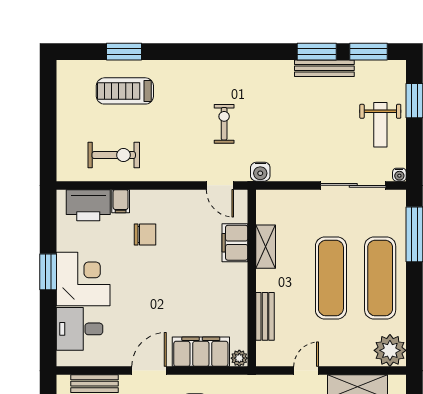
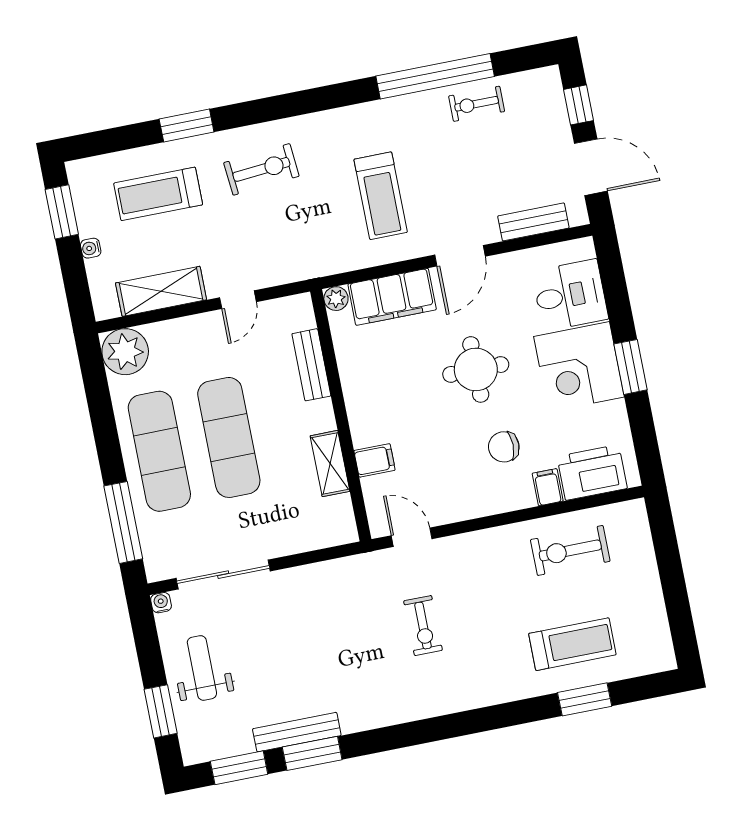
water cooler: (260, 172) -> (358, 568), removed
filing cabinet: (235, 243) -> (375, 460), width x0.50
round table: (154, 291) -> (476, 369), added

